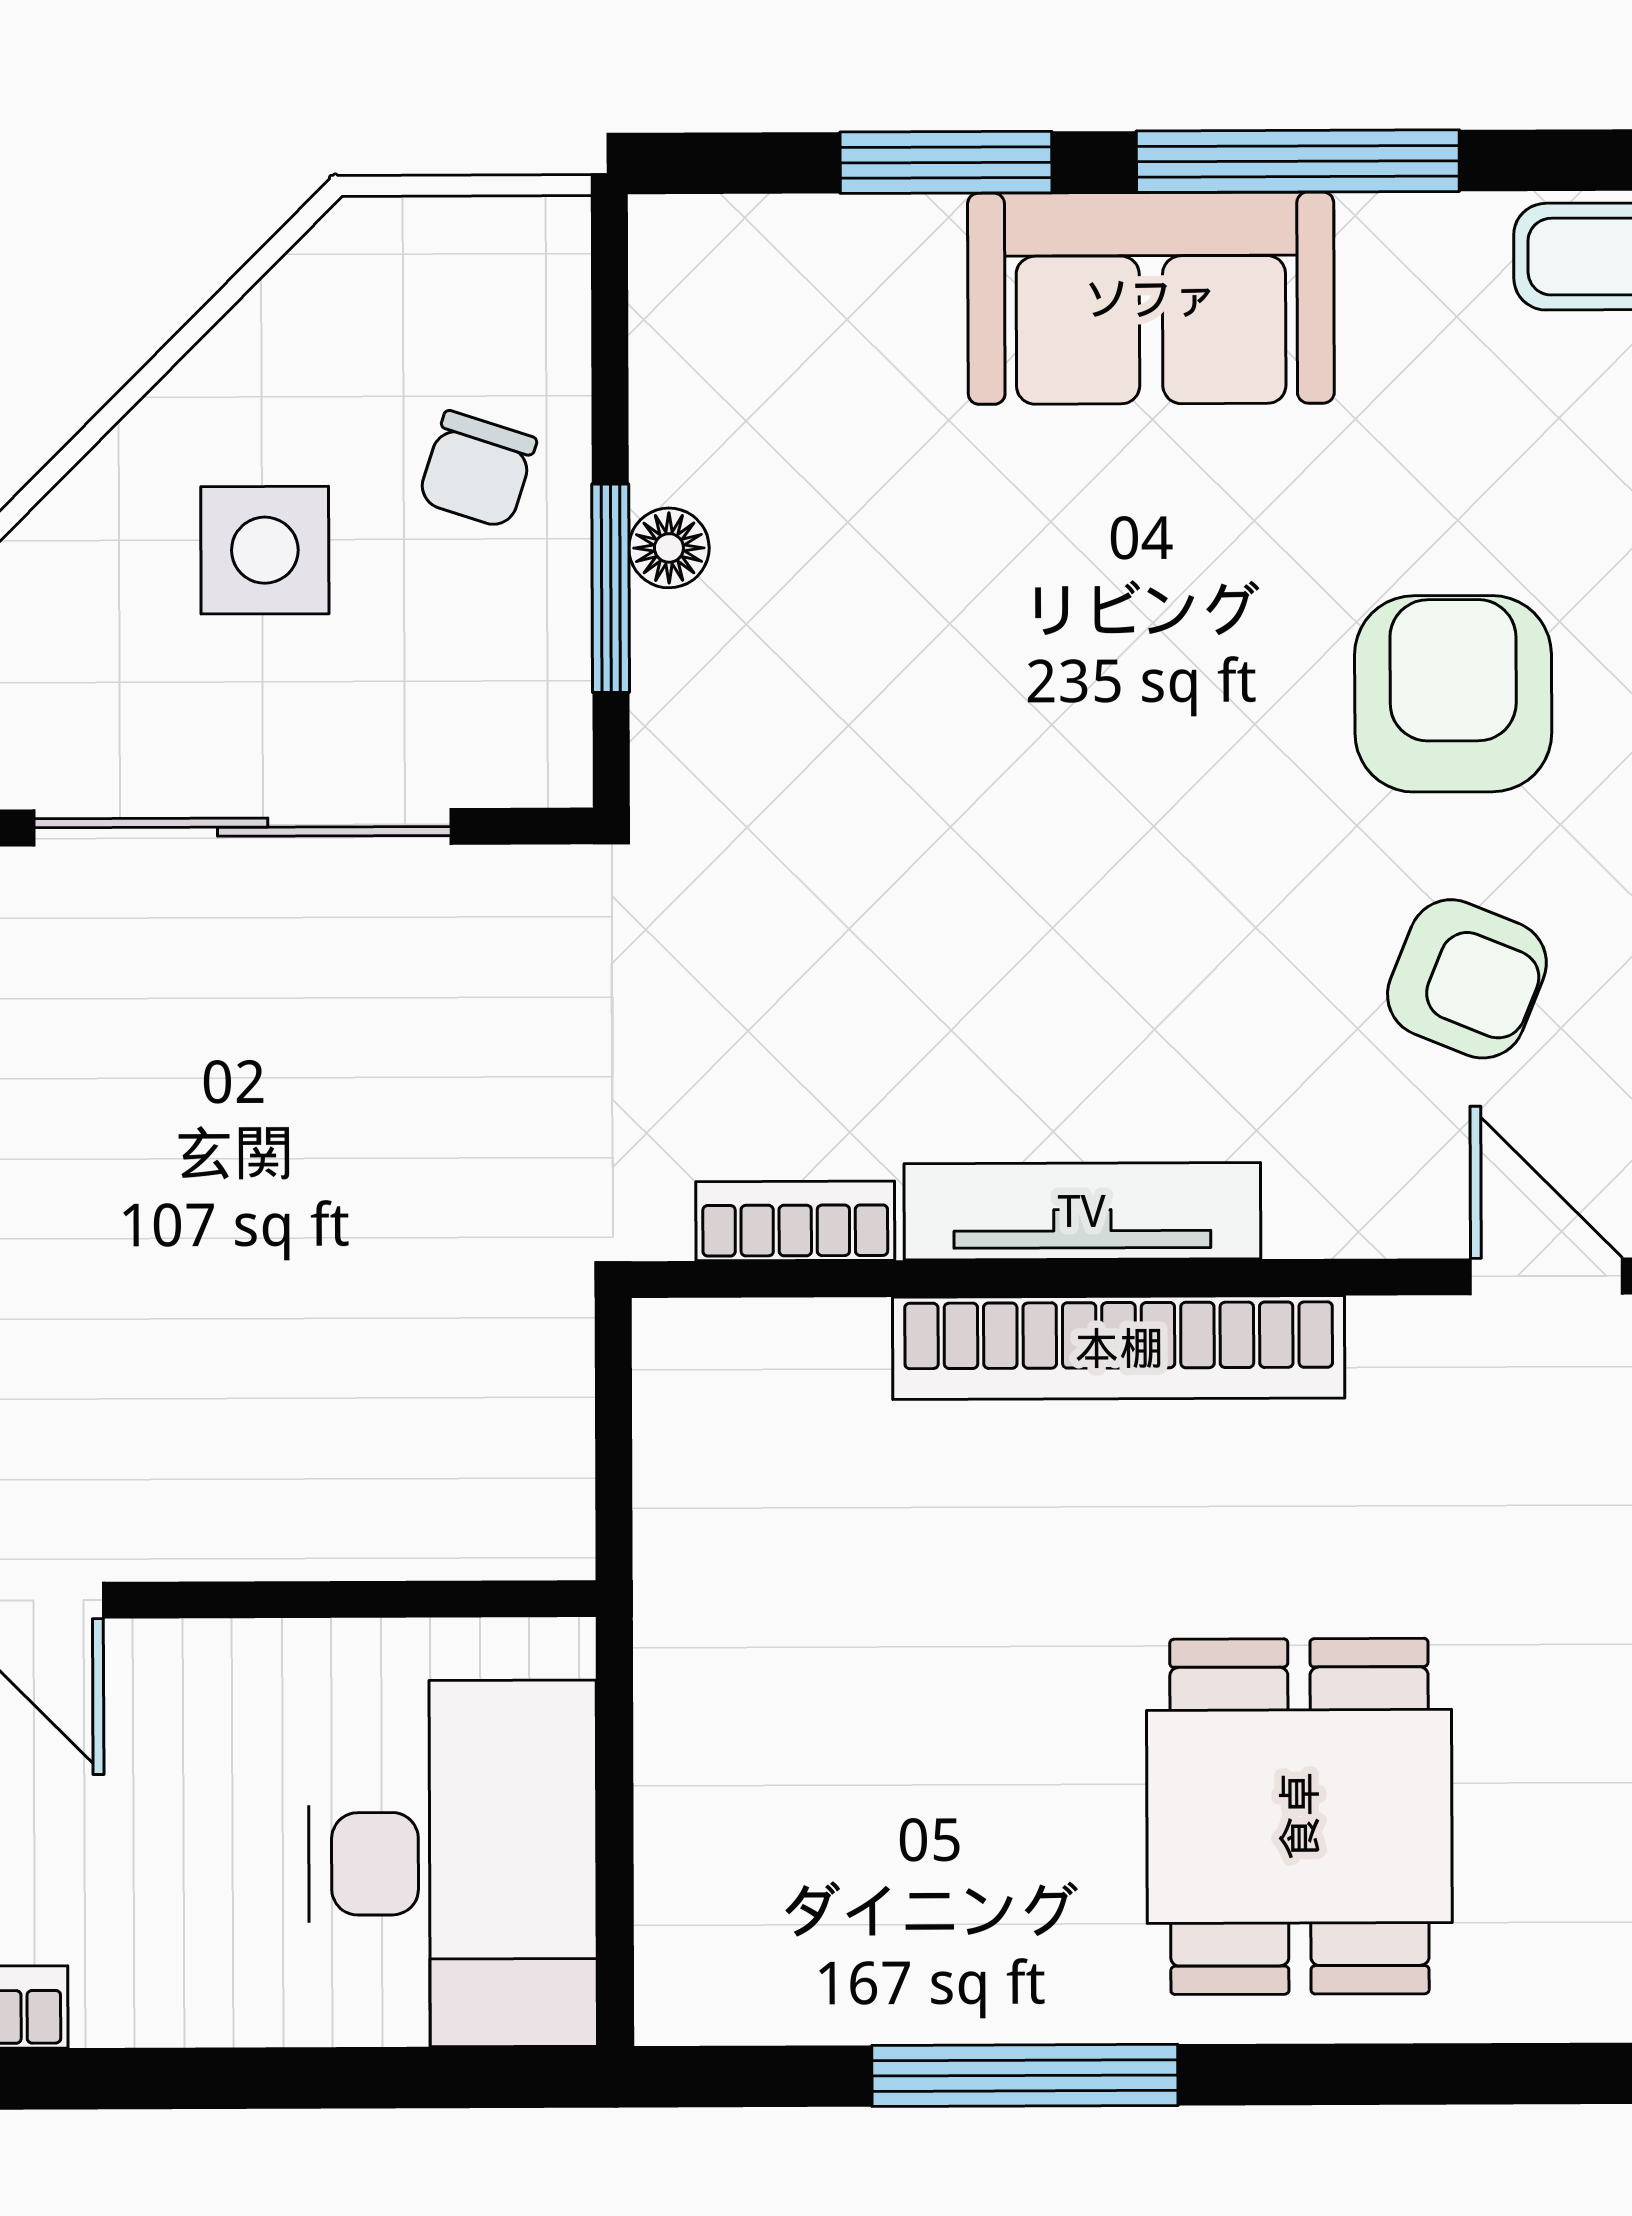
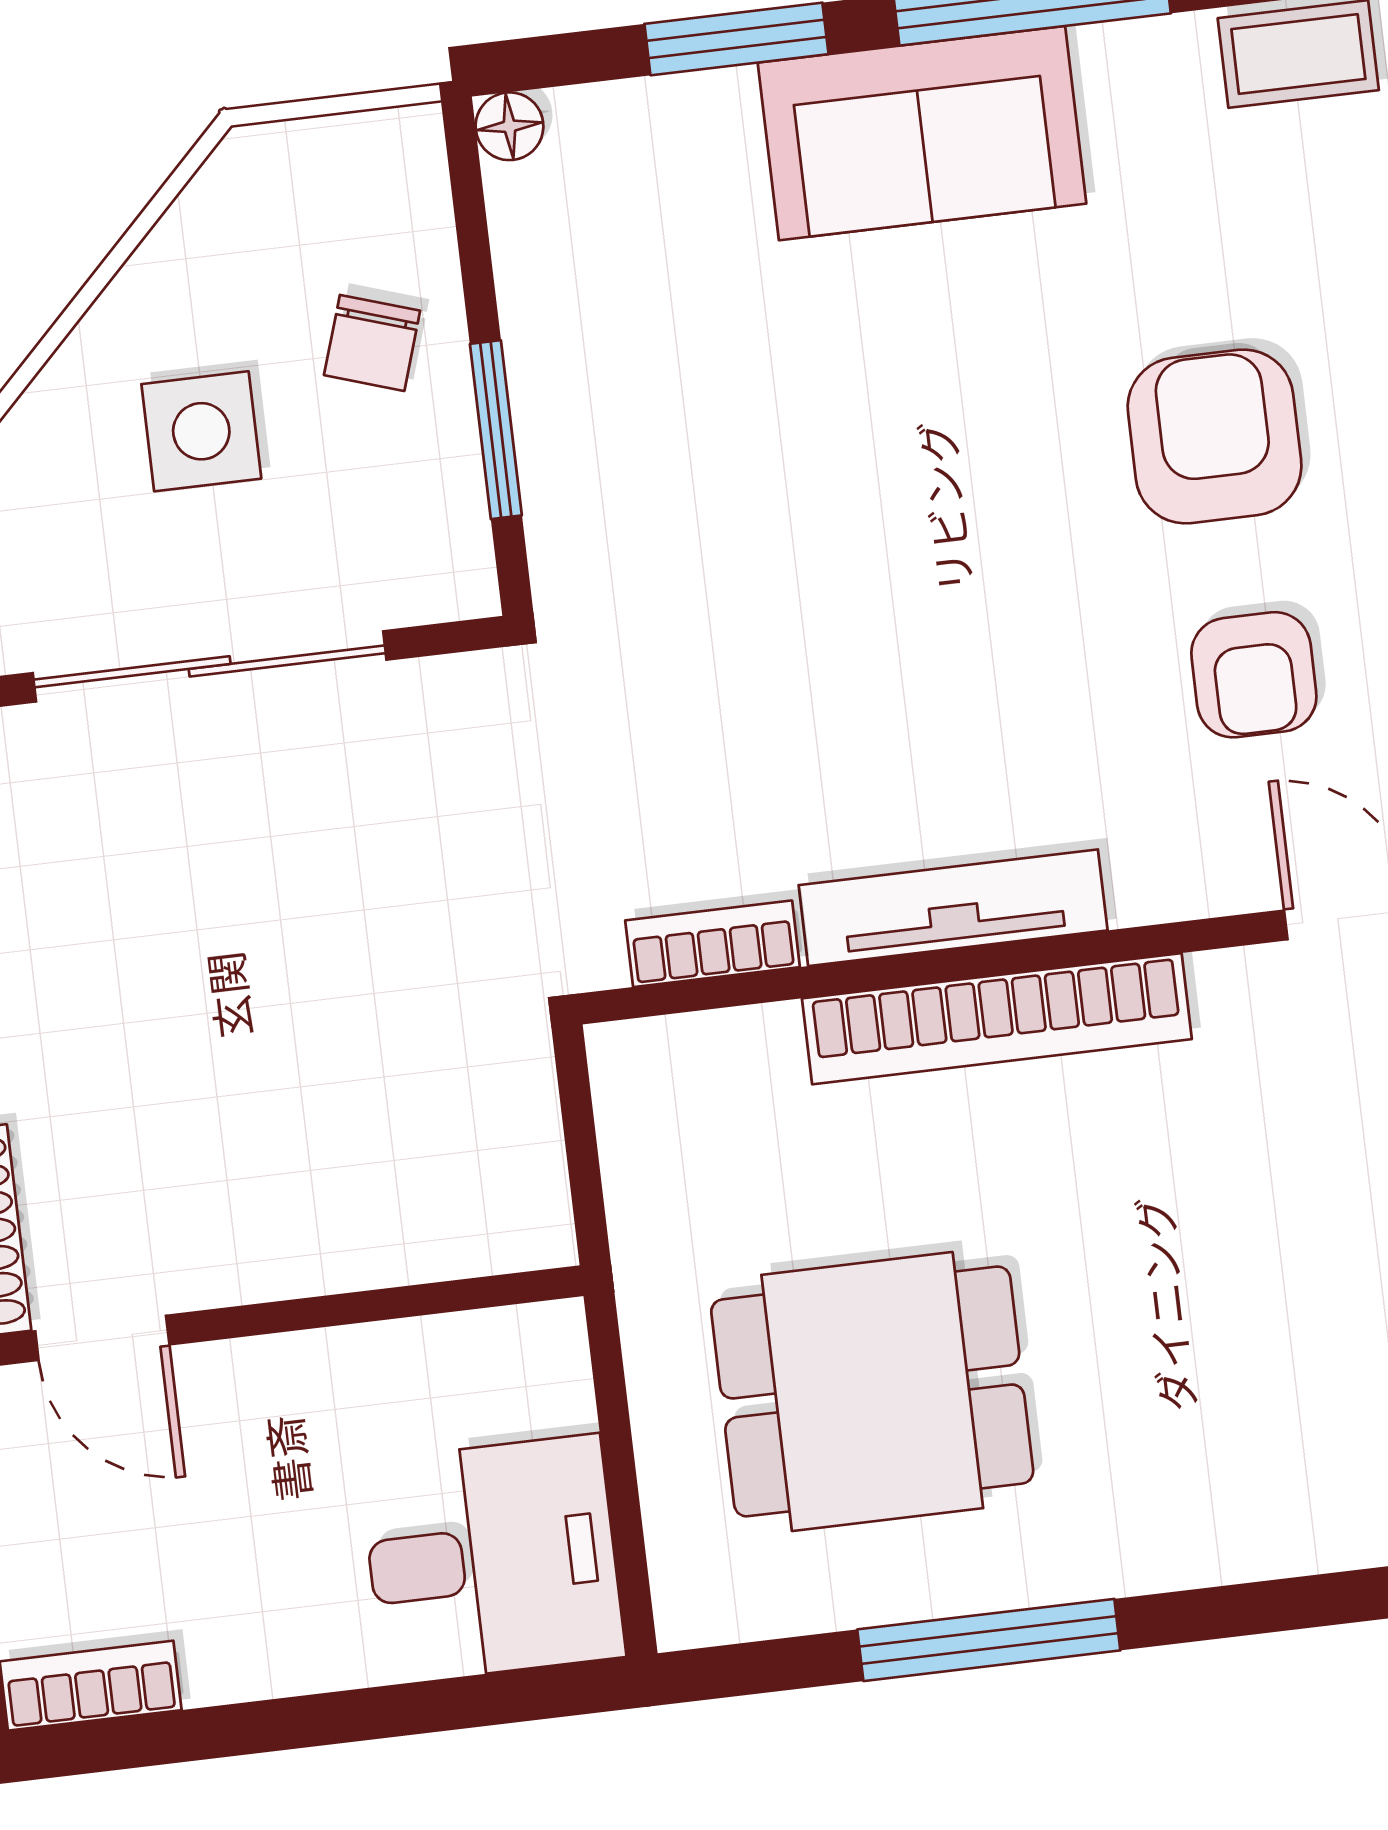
floor lamp: (669, 548) -> (509, 126), moved
armchair: (1467, 979) -> (1254, 675), turned 68
dining table: (1299, 1816) -> (872, 1391), moved, turned 90
desk: (453, 1864) -> (492, 1559), width x0.73

